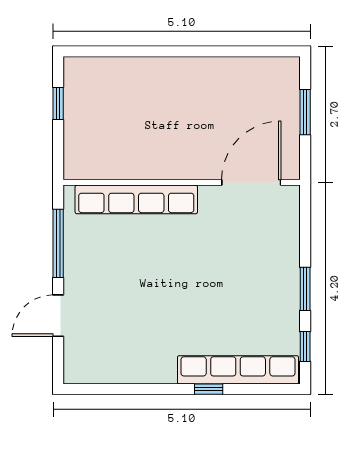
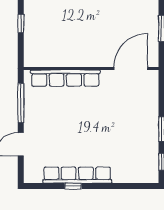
row of seats: (238, 370) -> (77, 175), moved
window: (209, 389) -> (73, 186), moved

